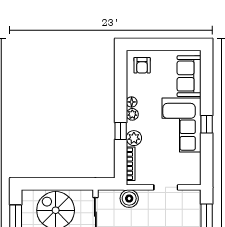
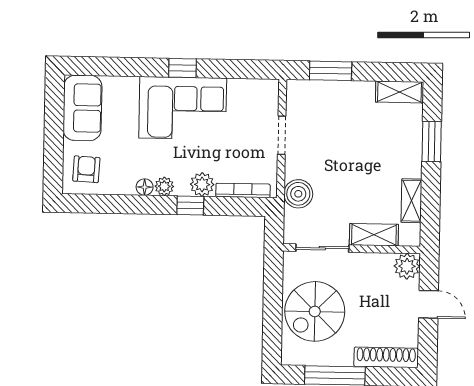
armchair: (142, 65) -> (86, 169), turned -87
sofa: (189, 76) -> (82, 108), moved, turned -90

